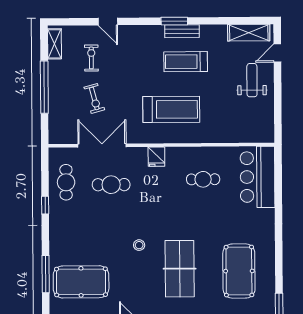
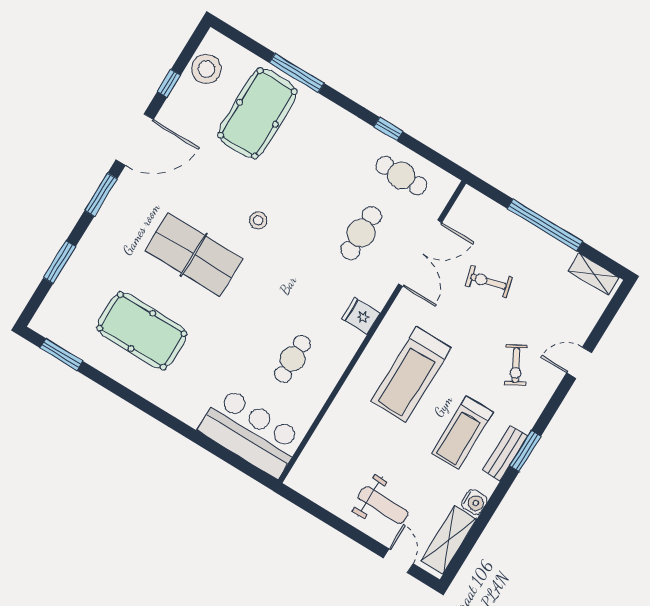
water cooler: (220, 31) -> (474, 502), added
exercise bike: (91, 58) -> (516, 365), moved, turned 61
treadmill: (186, 62) -> (462, 432), turned 180

